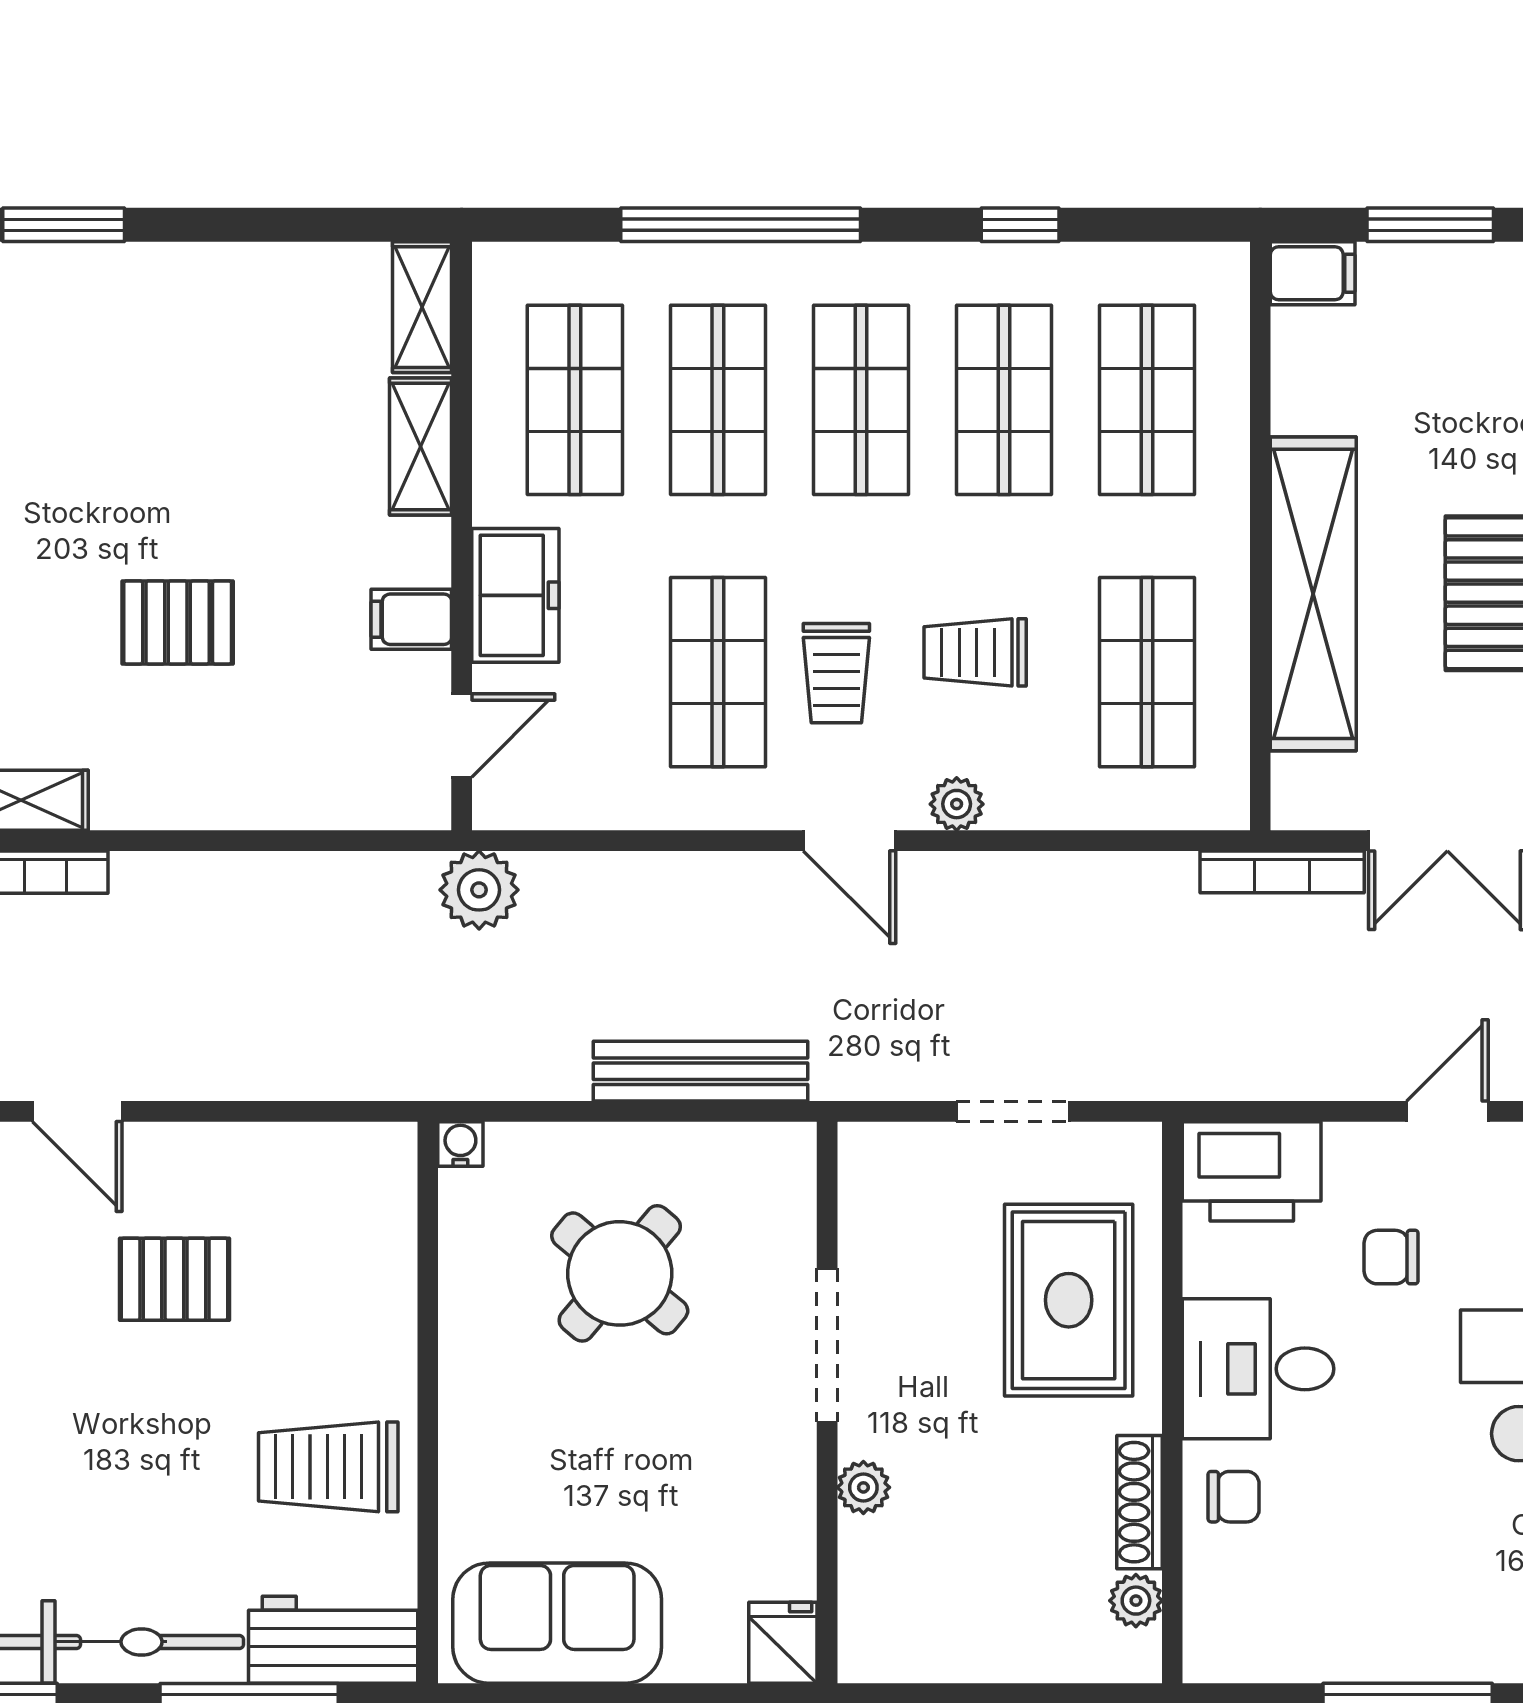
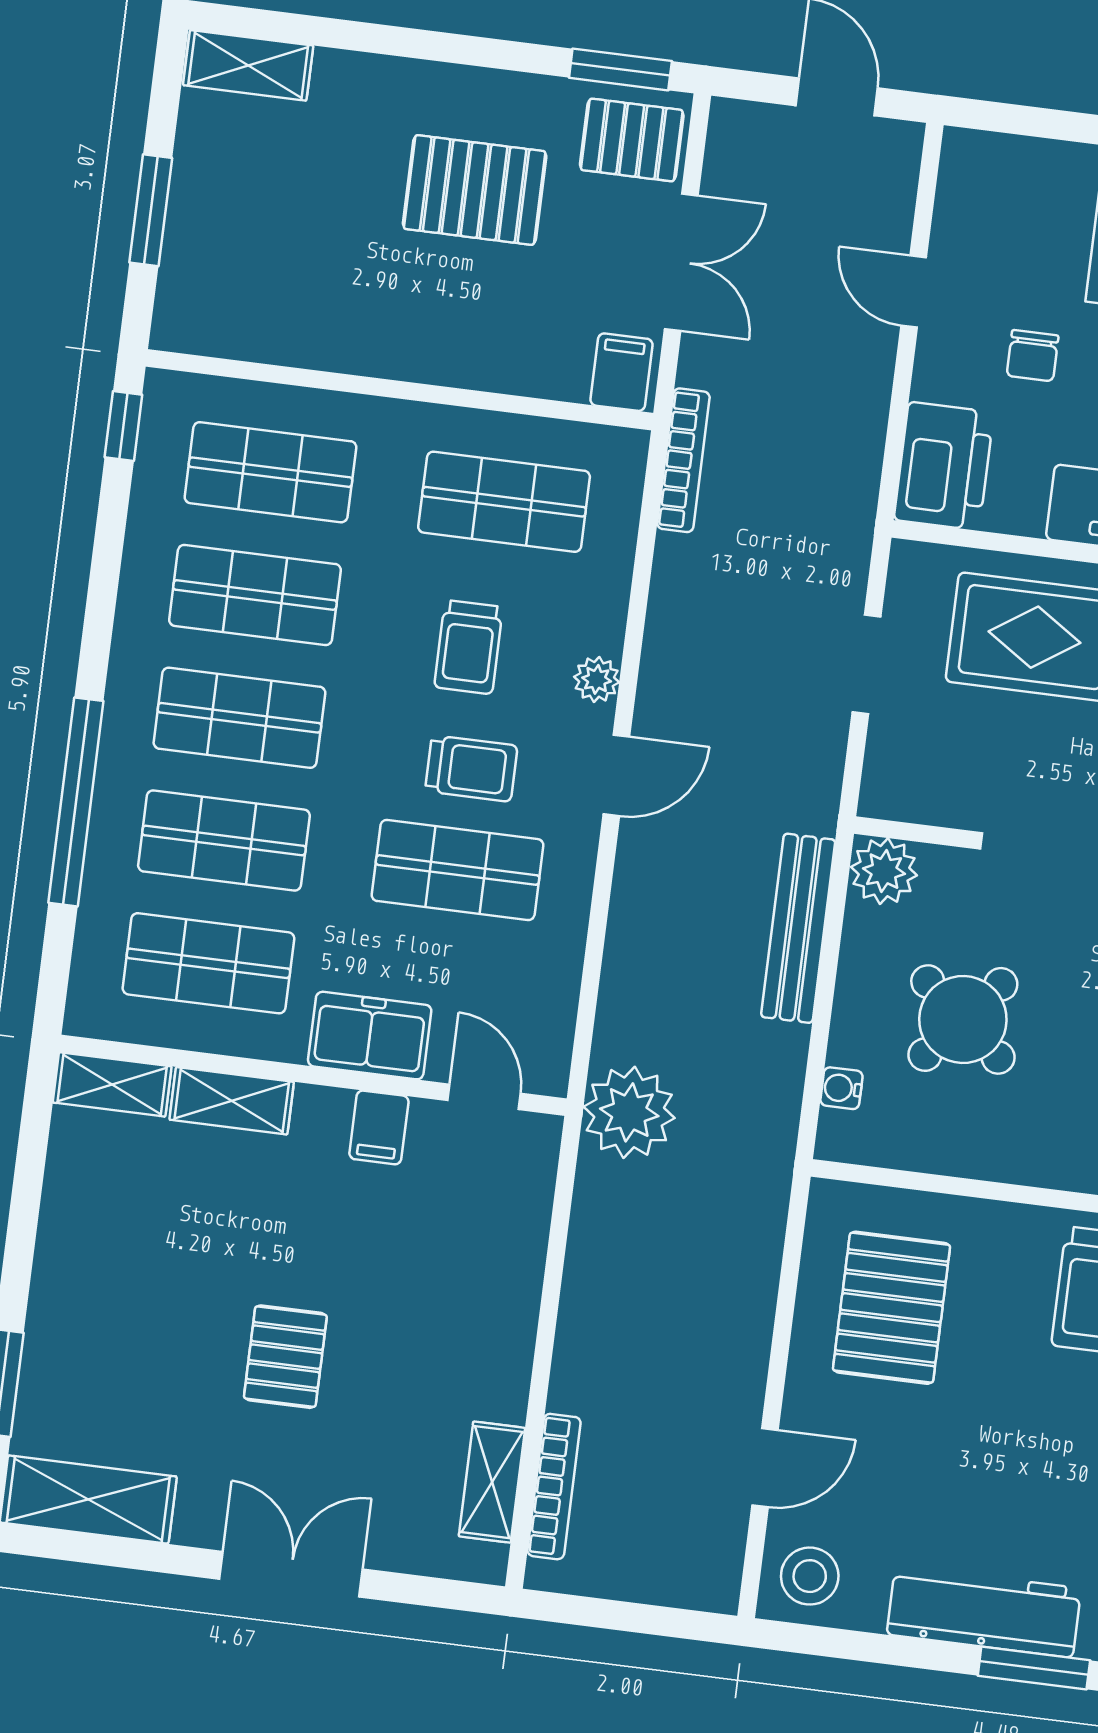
window: (1020, 225) -> (123, 426), moved
filing cabinet: (1313, 273) -> (622, 372), moved
shelving: (1313, 594) -> (455, 351), removed
pallet: (178, 622) -> (285, 1357), moved
bookcase: (1282, 872) -> (683, 460), moved
plant: (479, 890) -> (629, 1112), width x1.36, depth x1.36
water cooler: (460, 1144) -> (841, 1088), moved
plant: (778, 1161) -> (884, 871), added
pallet: (174, 1279) -> (891, 1308), moved, width x1.50, depth x1.42

